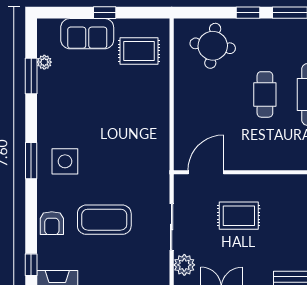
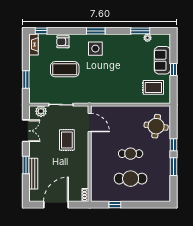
rug: (139, 51) -> (153, 87), turned 90
coffee table: (104, 220) -> (65, 69), turned 90

